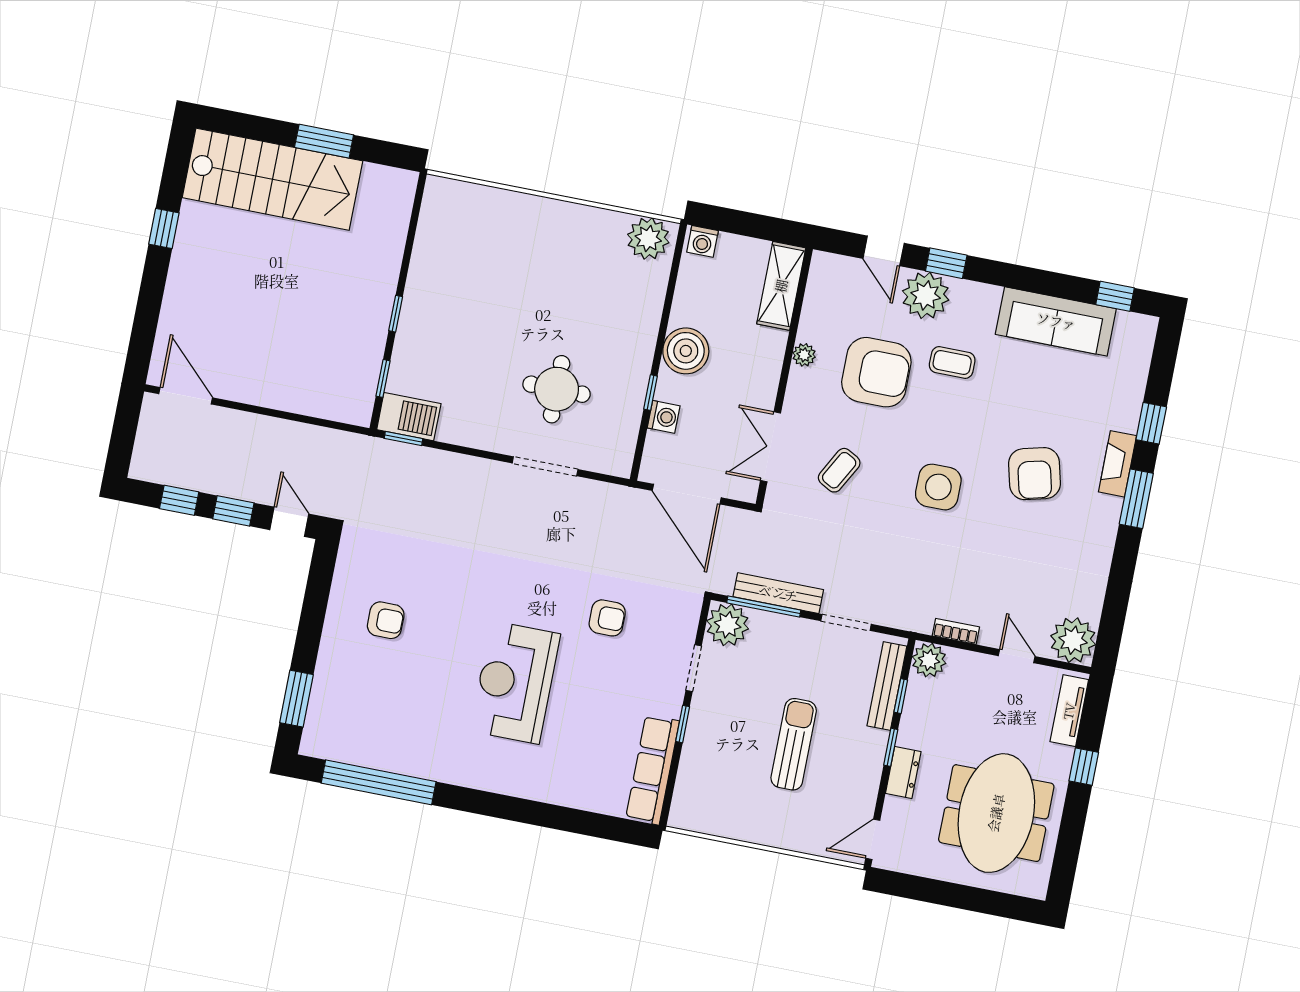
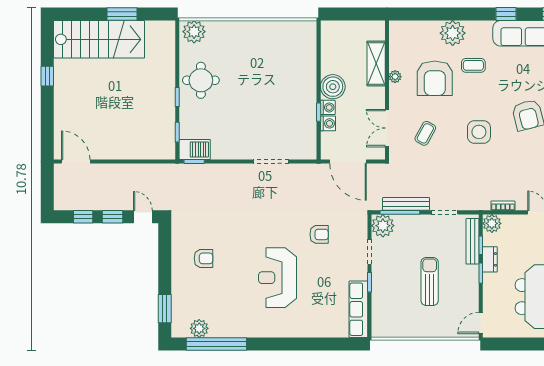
plant: (648, 239) -> (194, 32), moved
washing machine: (703, 241) -> (328, 107), moved, turned -90
door: (884, 251) -> (426, 14), removed
window: (946, 263) -> (506, 14), moved
shelving: (781, 286) -> (376, 63), moved
armchair: (876, 372) -> (435, 78), turned 90
round table: (557, 389) -> (201, 80), moved
plant: (353, 748) -> (199, 328), added
dresser: (903, 773) -> (490, 259), moved

